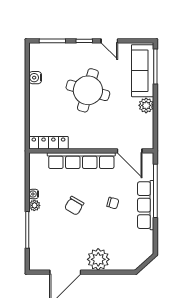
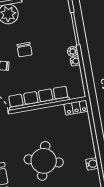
locker: (48, 143) -> (76, 108), width x0.66
chair: (74, 206) -> (24, 50), moved, turned 150

